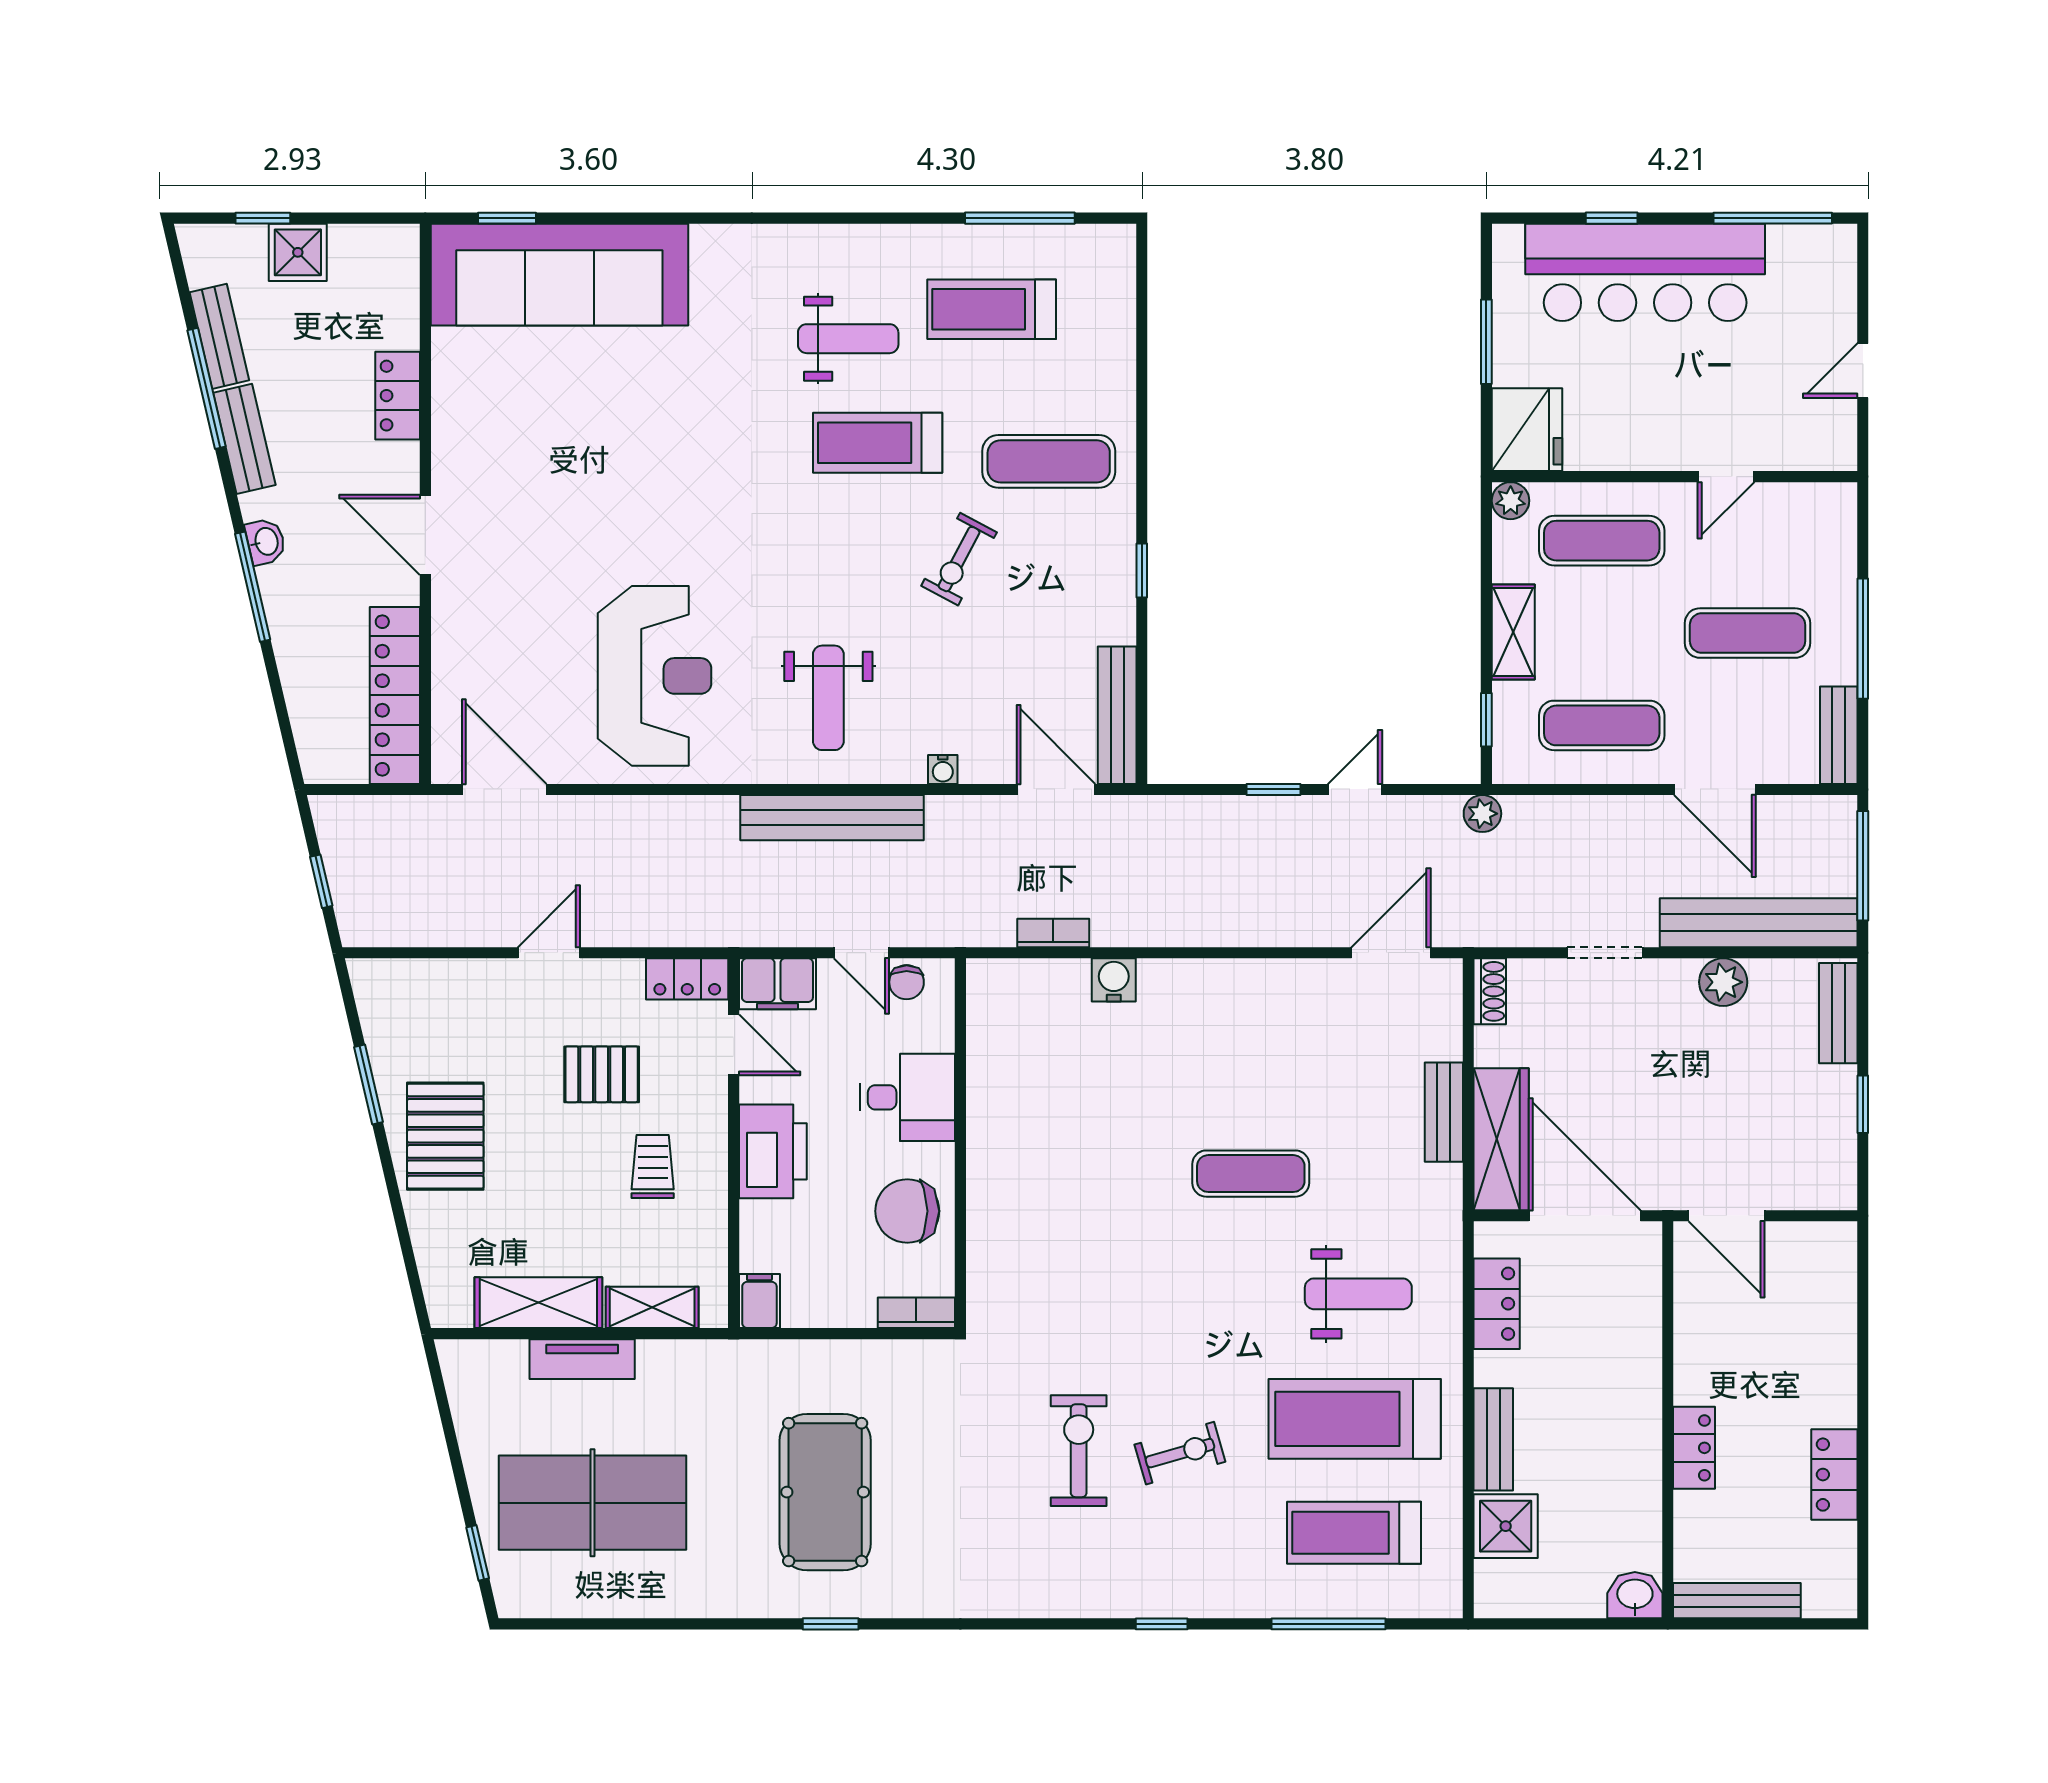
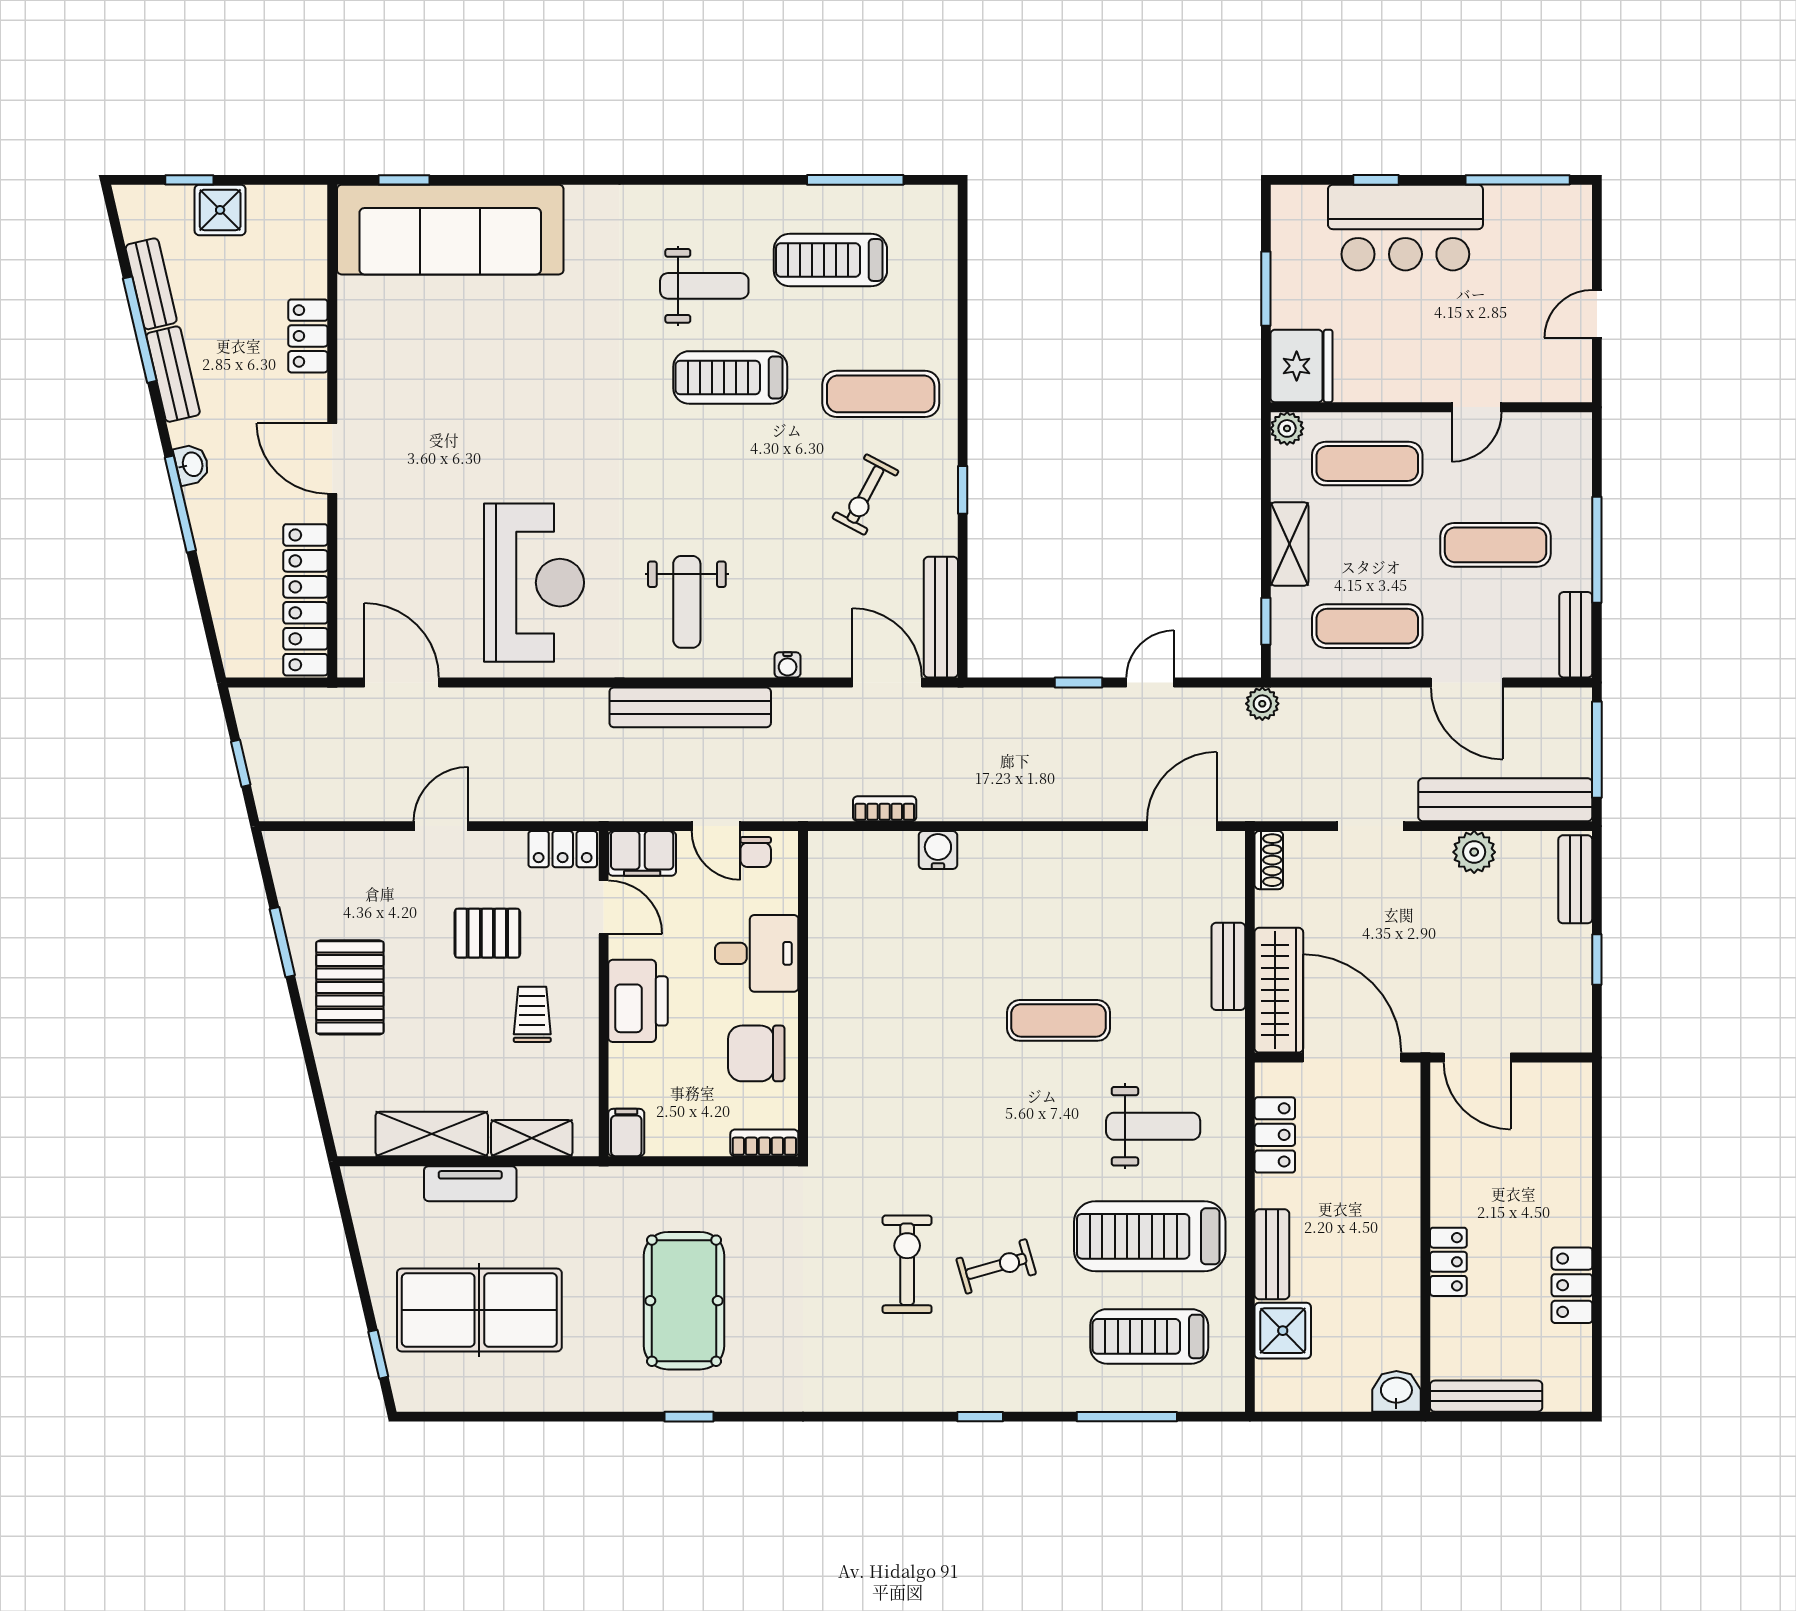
bar counter: (1645, 272) -> (1405, 228), width x0.73
exercise bike: (959, 559) -> (865, 495), moved

